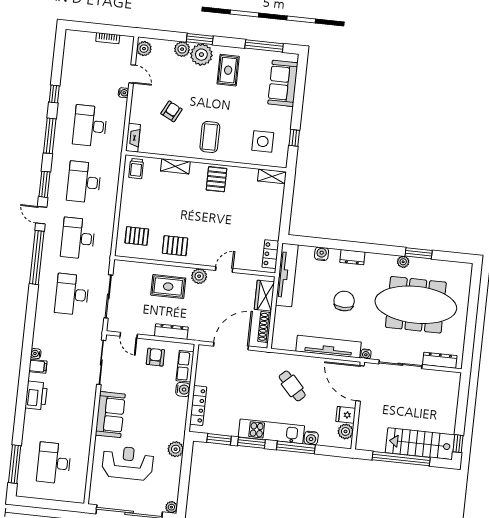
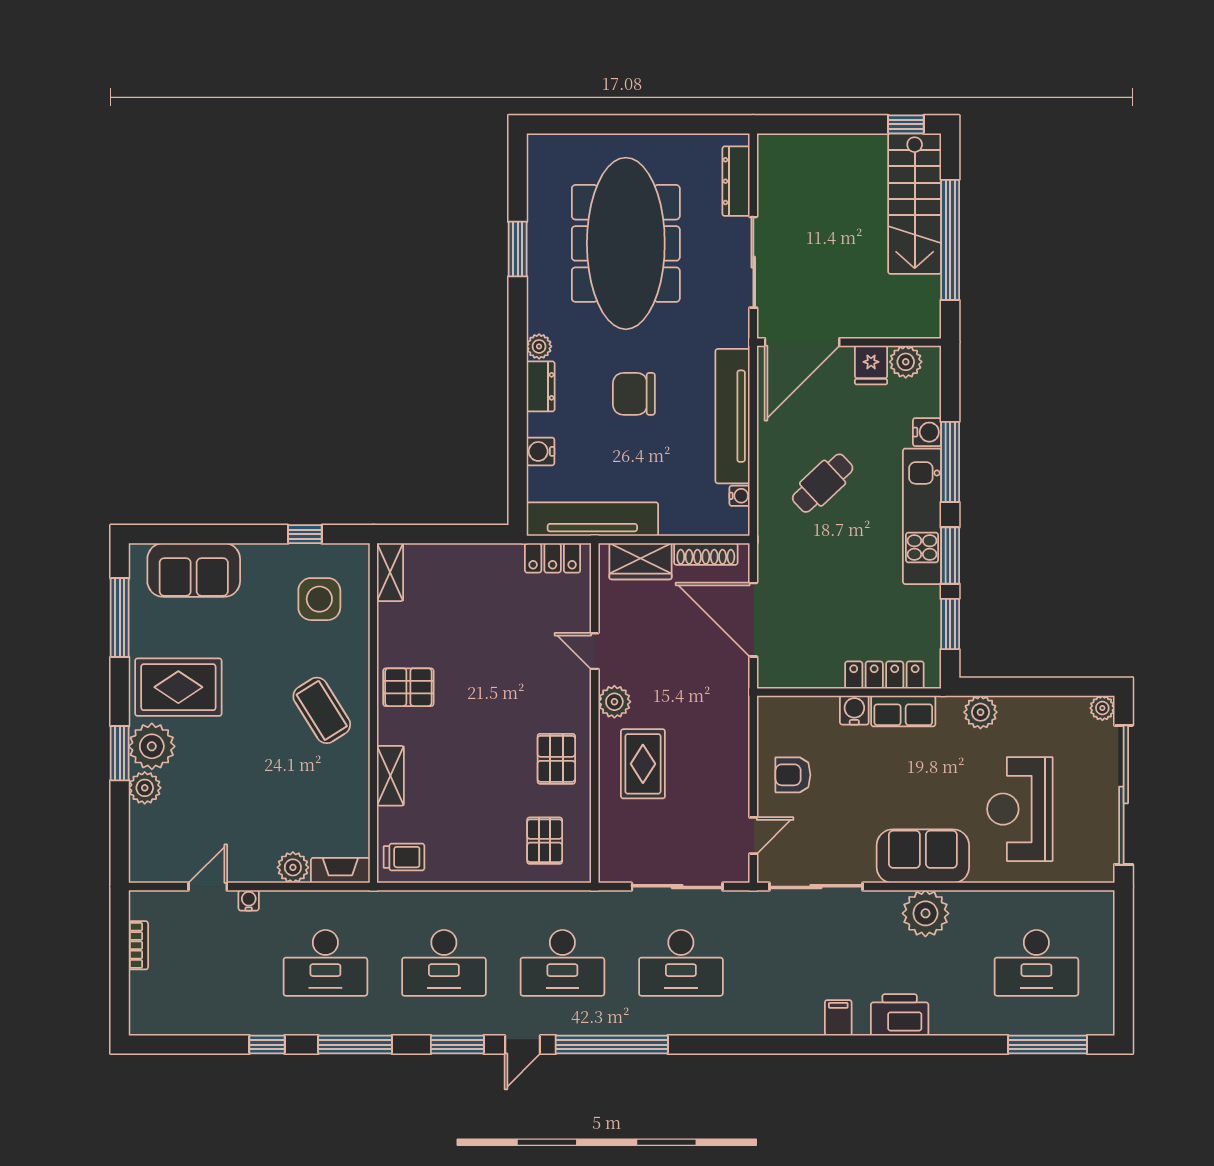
plant: (144, 49) -> (293, 867), moved
rug: (228, 70) -> (178, 687), width x1.36, depth x1.43
armchair: (172, 111) -> (277, 796), removed
coffee table: (210, 137) -> (322, 710), turned 58
plant: (403, 262) -> (539, 346), moved
dresser: (171, 332) -> (736, 747), removed
water cooler: (36, 354) -> (812, 1025), removed
water cooler: (366, 354) -> (740, 496), moved
row of seats: (185, 366) -> (903, 711), moved
plant: (83, 413) -> (925, 913), added

